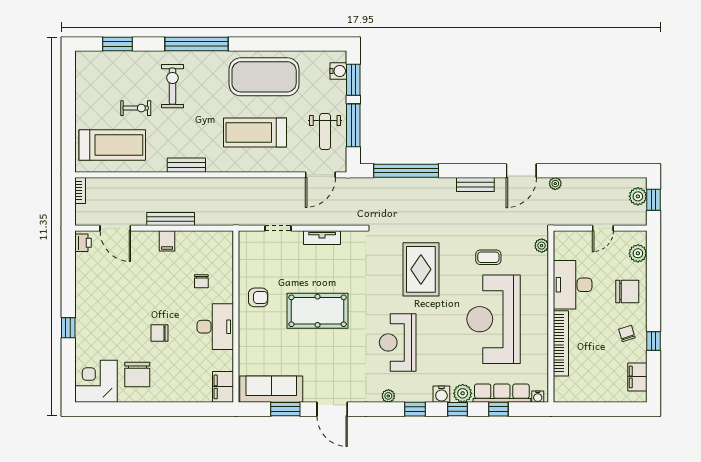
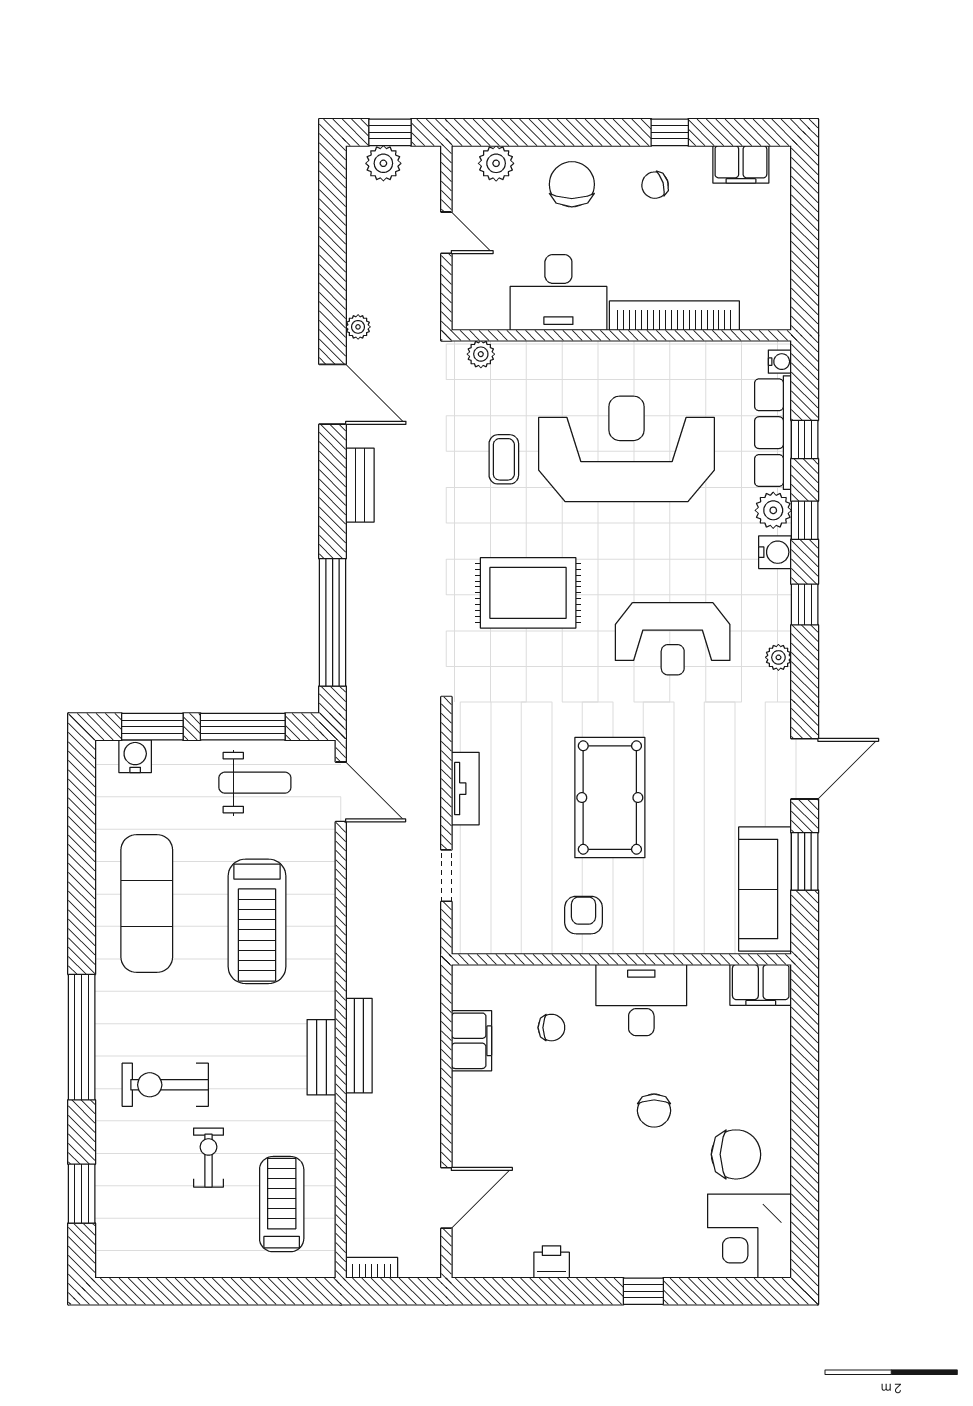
exercise mat: (264, 77) -> (147, 903), width x0.68
treadmill: (112, 145) -> (282, 1204), width x0.73, depth x0.73
bench: (171, 219) -> (359, 1046), moved
filing cabinet: (167, 241) -> (471, 1041), moved, width x2.00
printer: (83, 243) -> (552, 1262), moved
reception desk: (494, 319) -> (627, 449), turned 180

